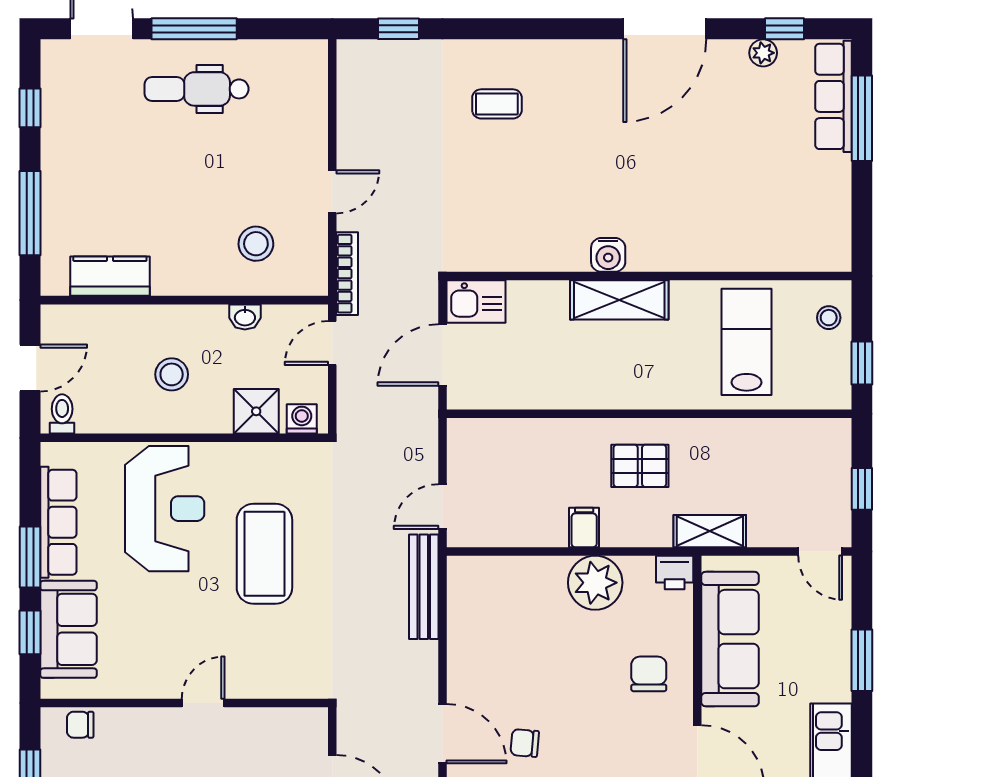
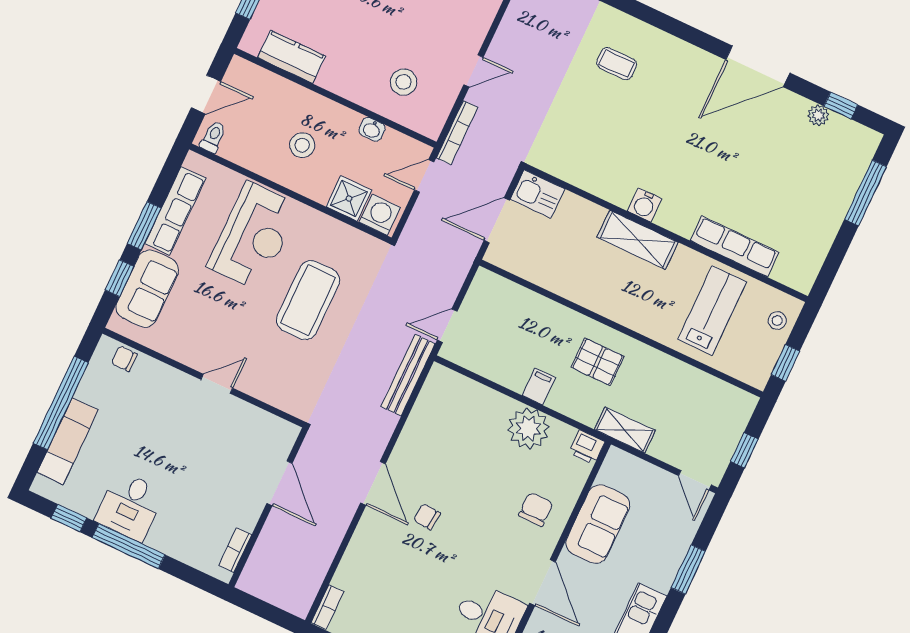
row of seats: (833, 96) -> (735, 246), moved, turned 90
washing machine: (302, 419) -> (380, 215), width x1.38, depth x1.38
sofa: (730, 639) -> (598, 524), width x0.73

